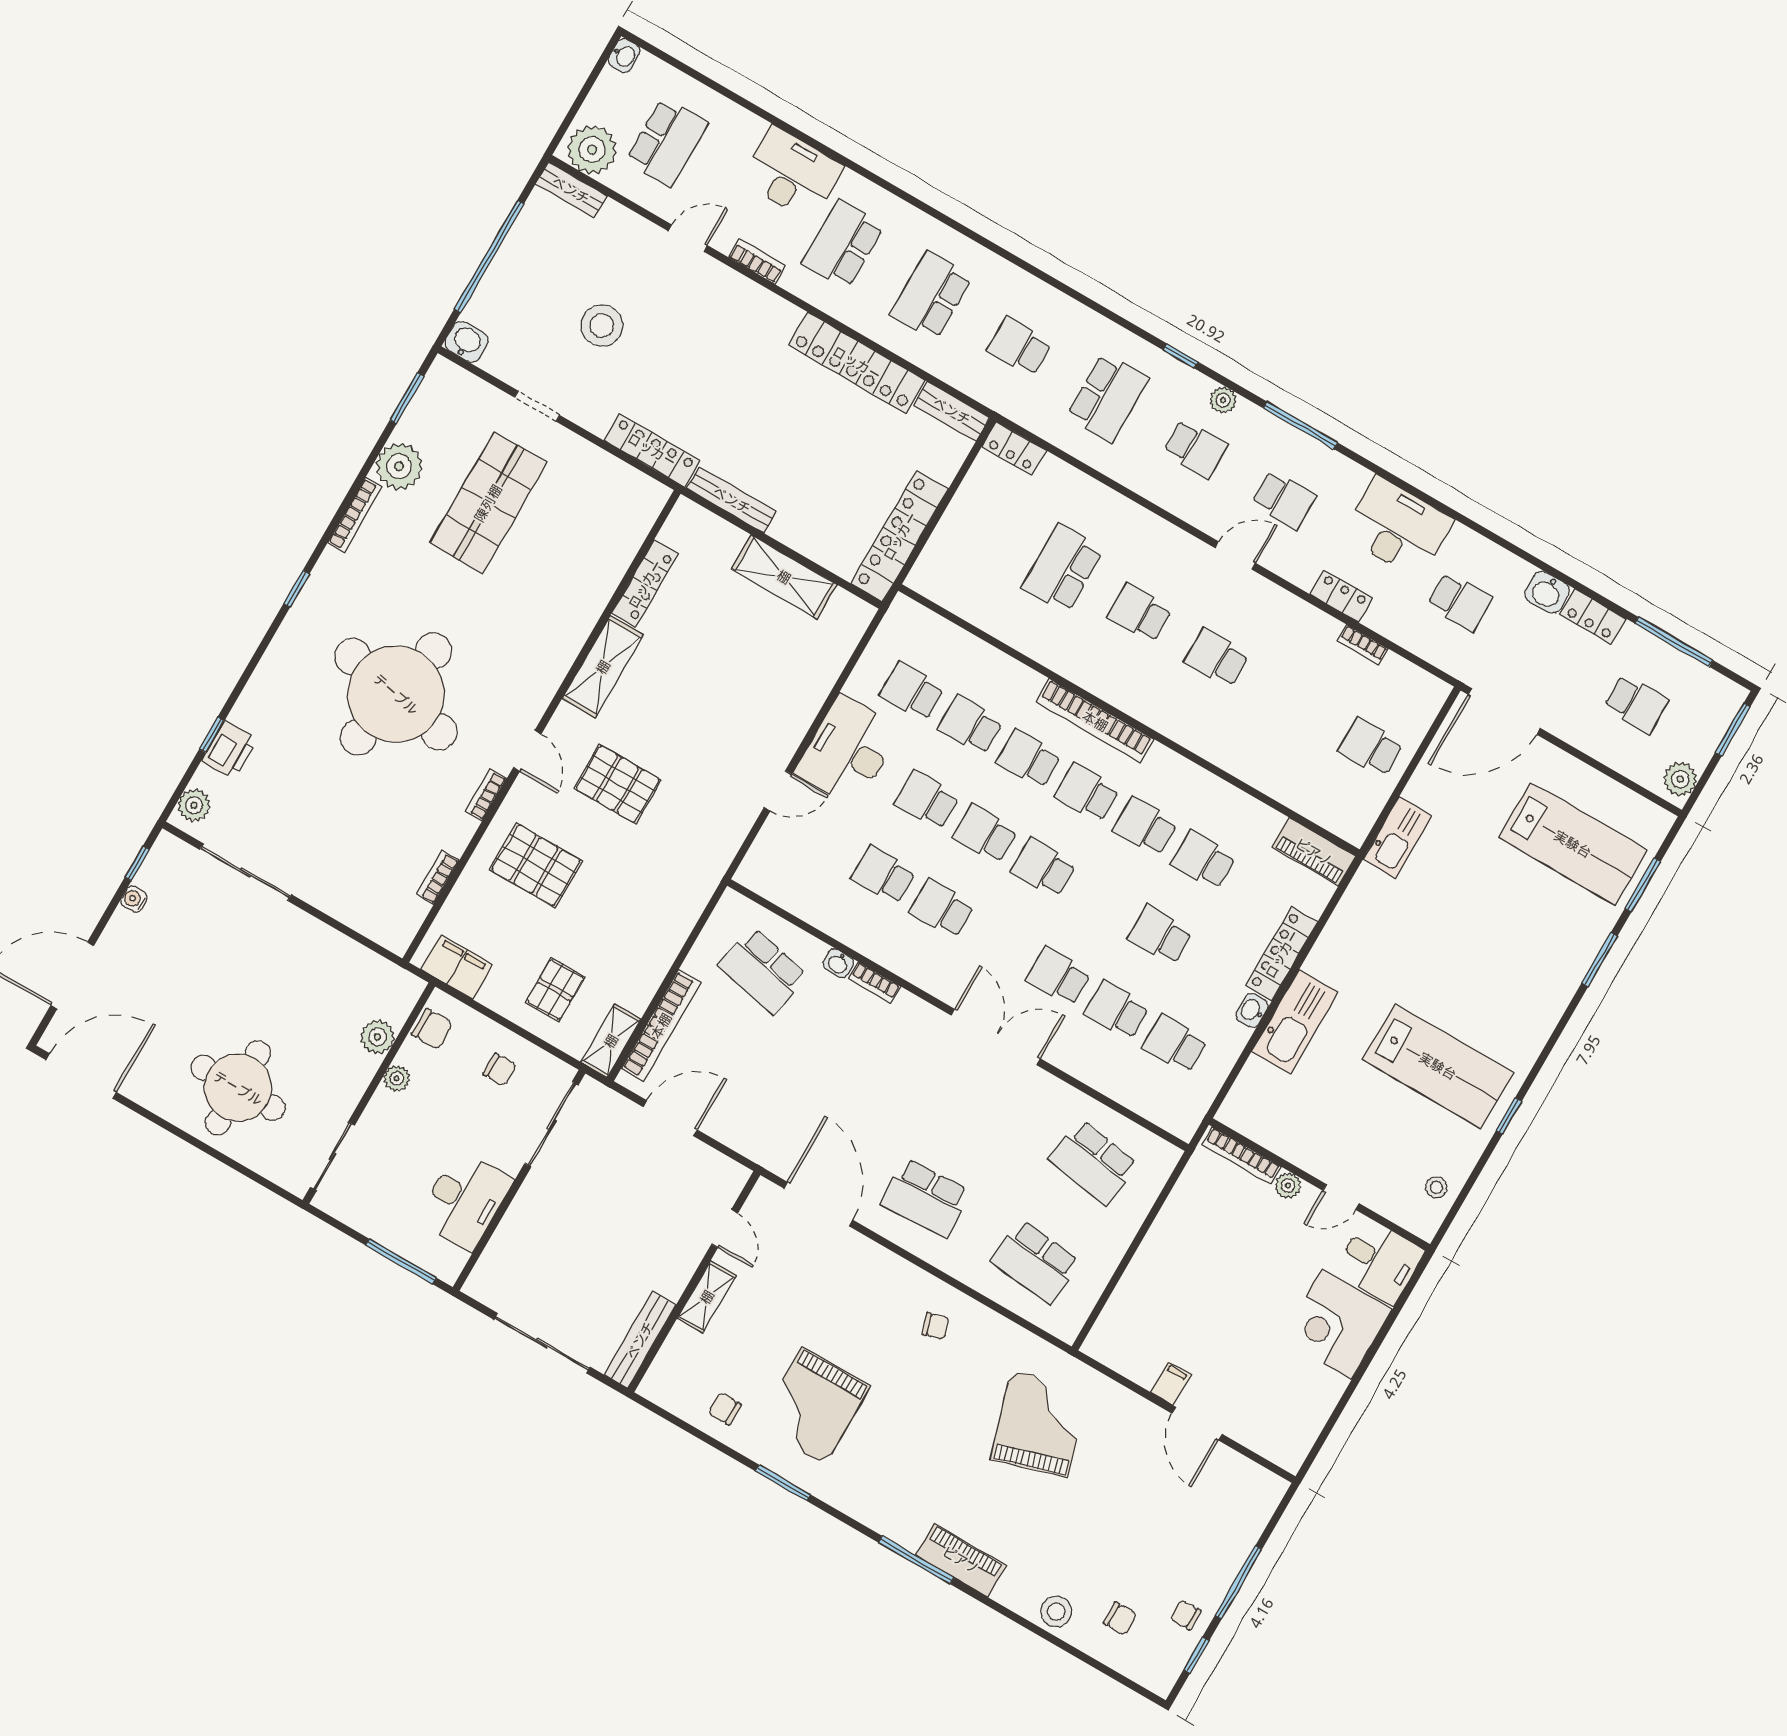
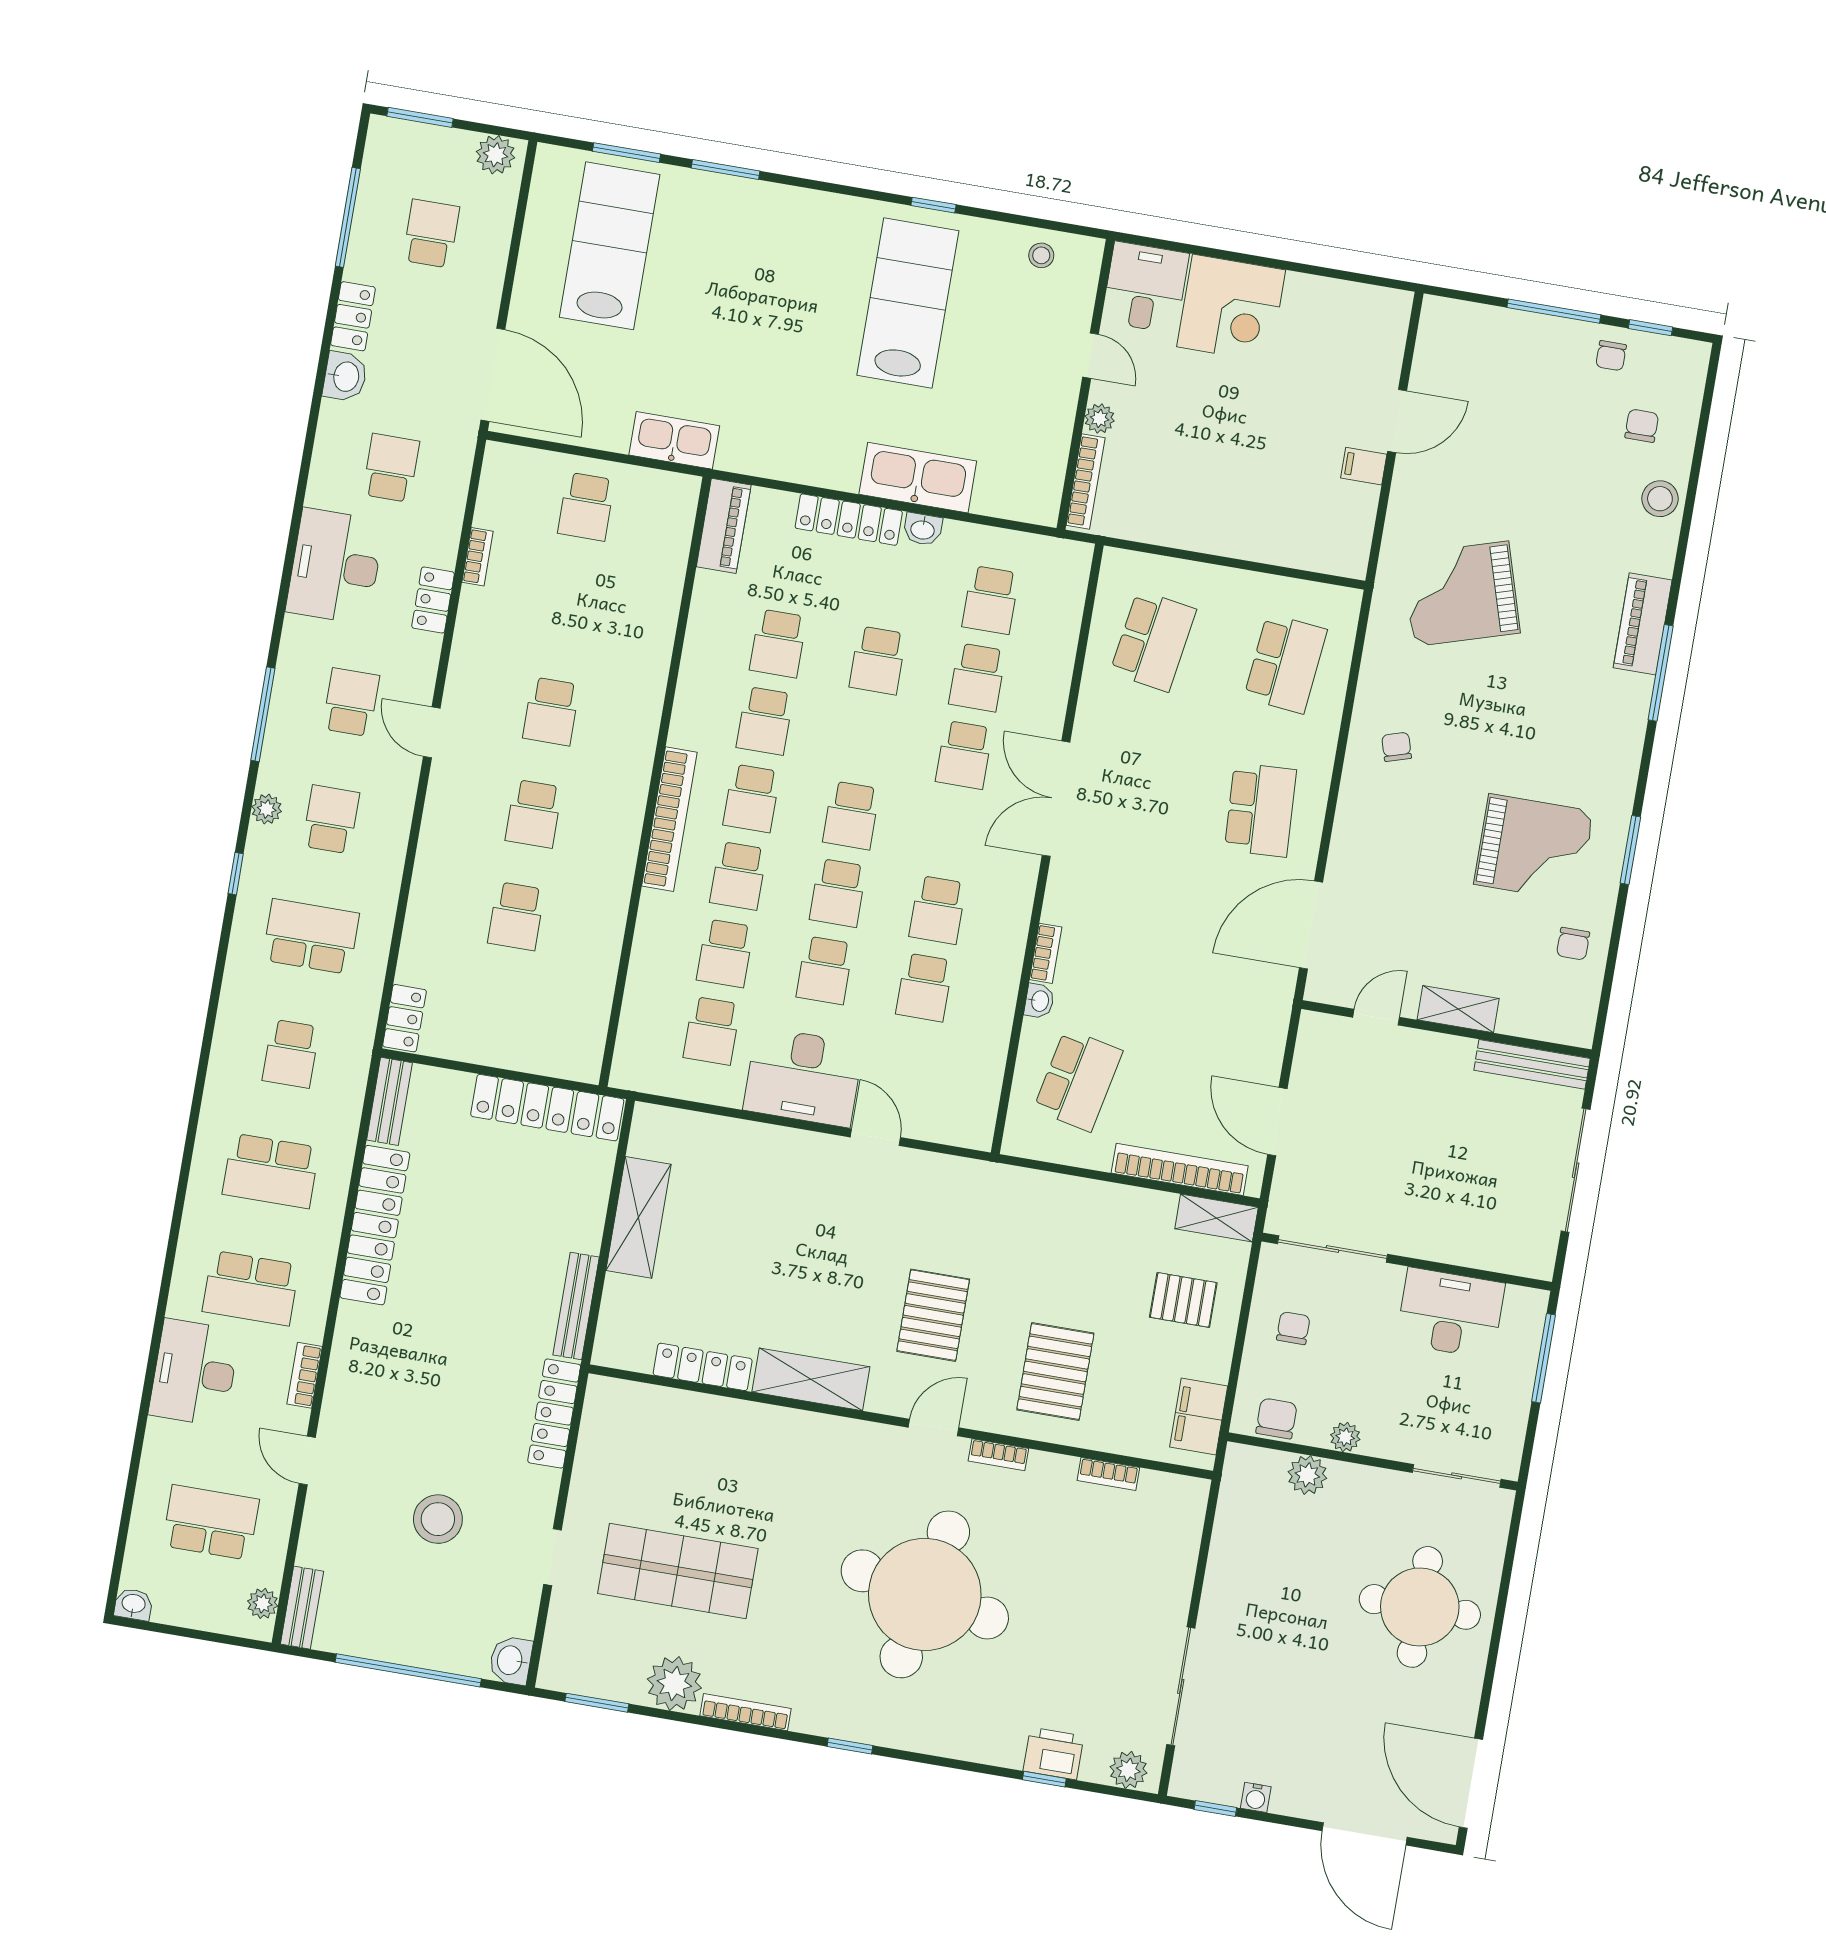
plant: (592, 150) -> (263, 1603), width x0.53, depth x0.53
school desk: (1063, 568) -> (516, 916), width x0.54

